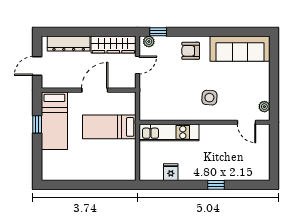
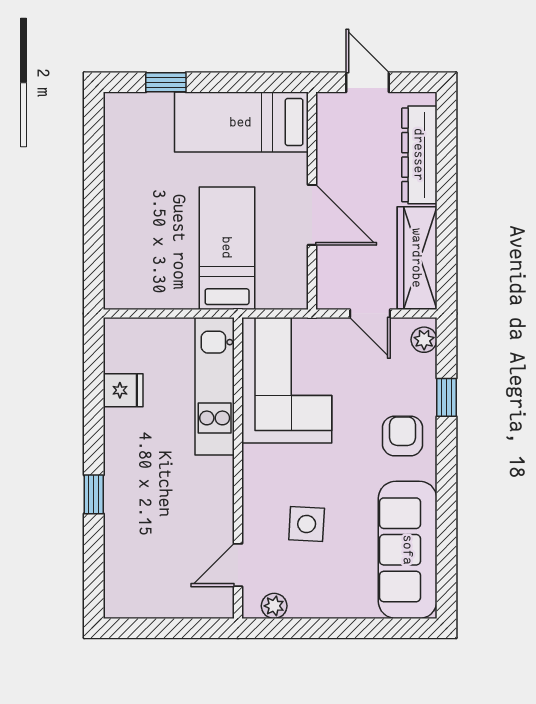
window: (158, 32) -> (446, 397), moved
side table: (209, 98) -> (307, 524), moved
corner sofa: (166, 101) -> (287, 380), added
window: (37, 124) -> (166, 82), moved

